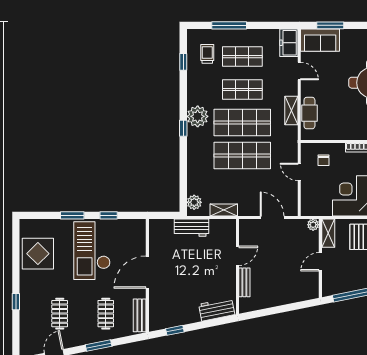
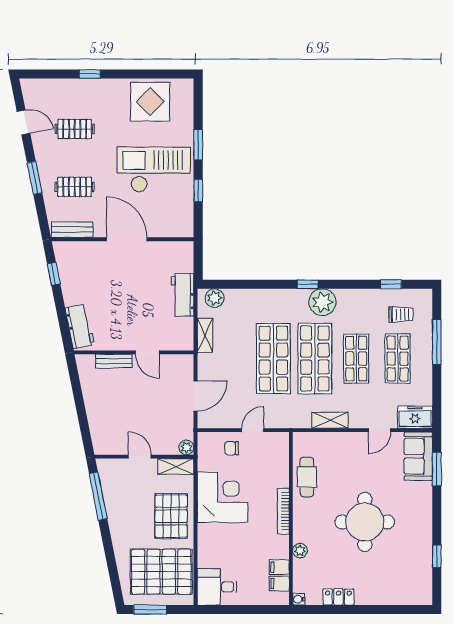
cafe table: (309, 113) -> (307, 477), moved, turned 90
chair: (323, 160) -> (232, 448), moved

